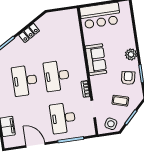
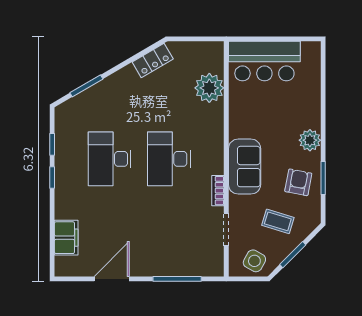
locker: (29, 33) -> (153, 60), moved
plant: (73, 34) -> (209, 88), added
sofa: (96, 60) -> (245, 167), moved
desk: (63, 118) -> (169, 237), removed
door: (35, 145) -> (112, 279), hinge flipped

